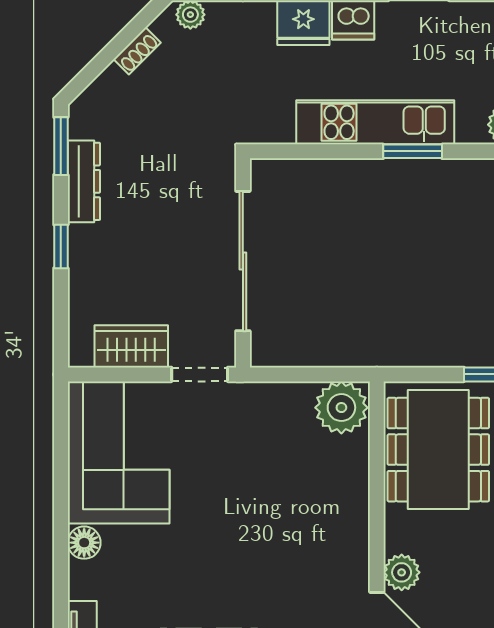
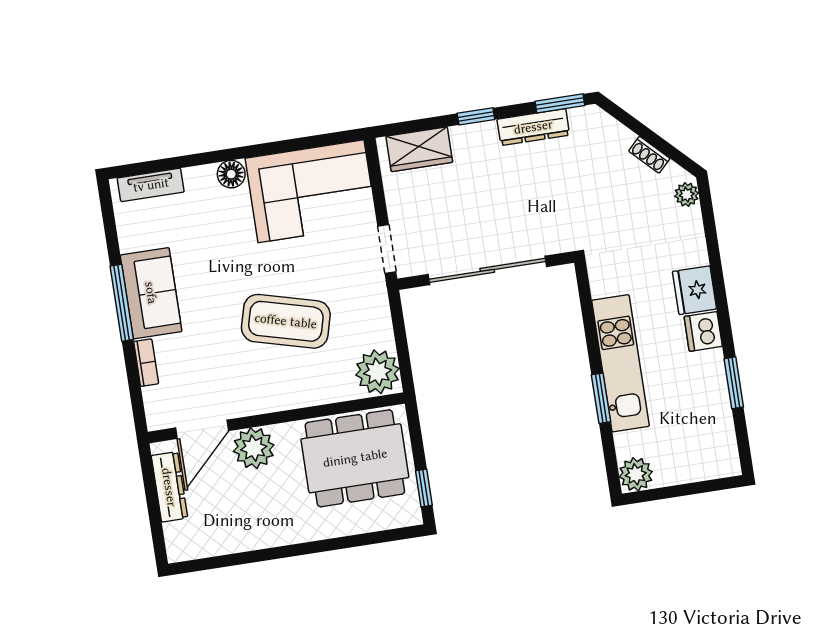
wardrobe: (131, 346) -> (419, 149), moved, turned 90
coffee table: (266, 505) -> (286, 321), added
plant: (402, 572) -> (254, 448), width x1.36, depth x1.36

